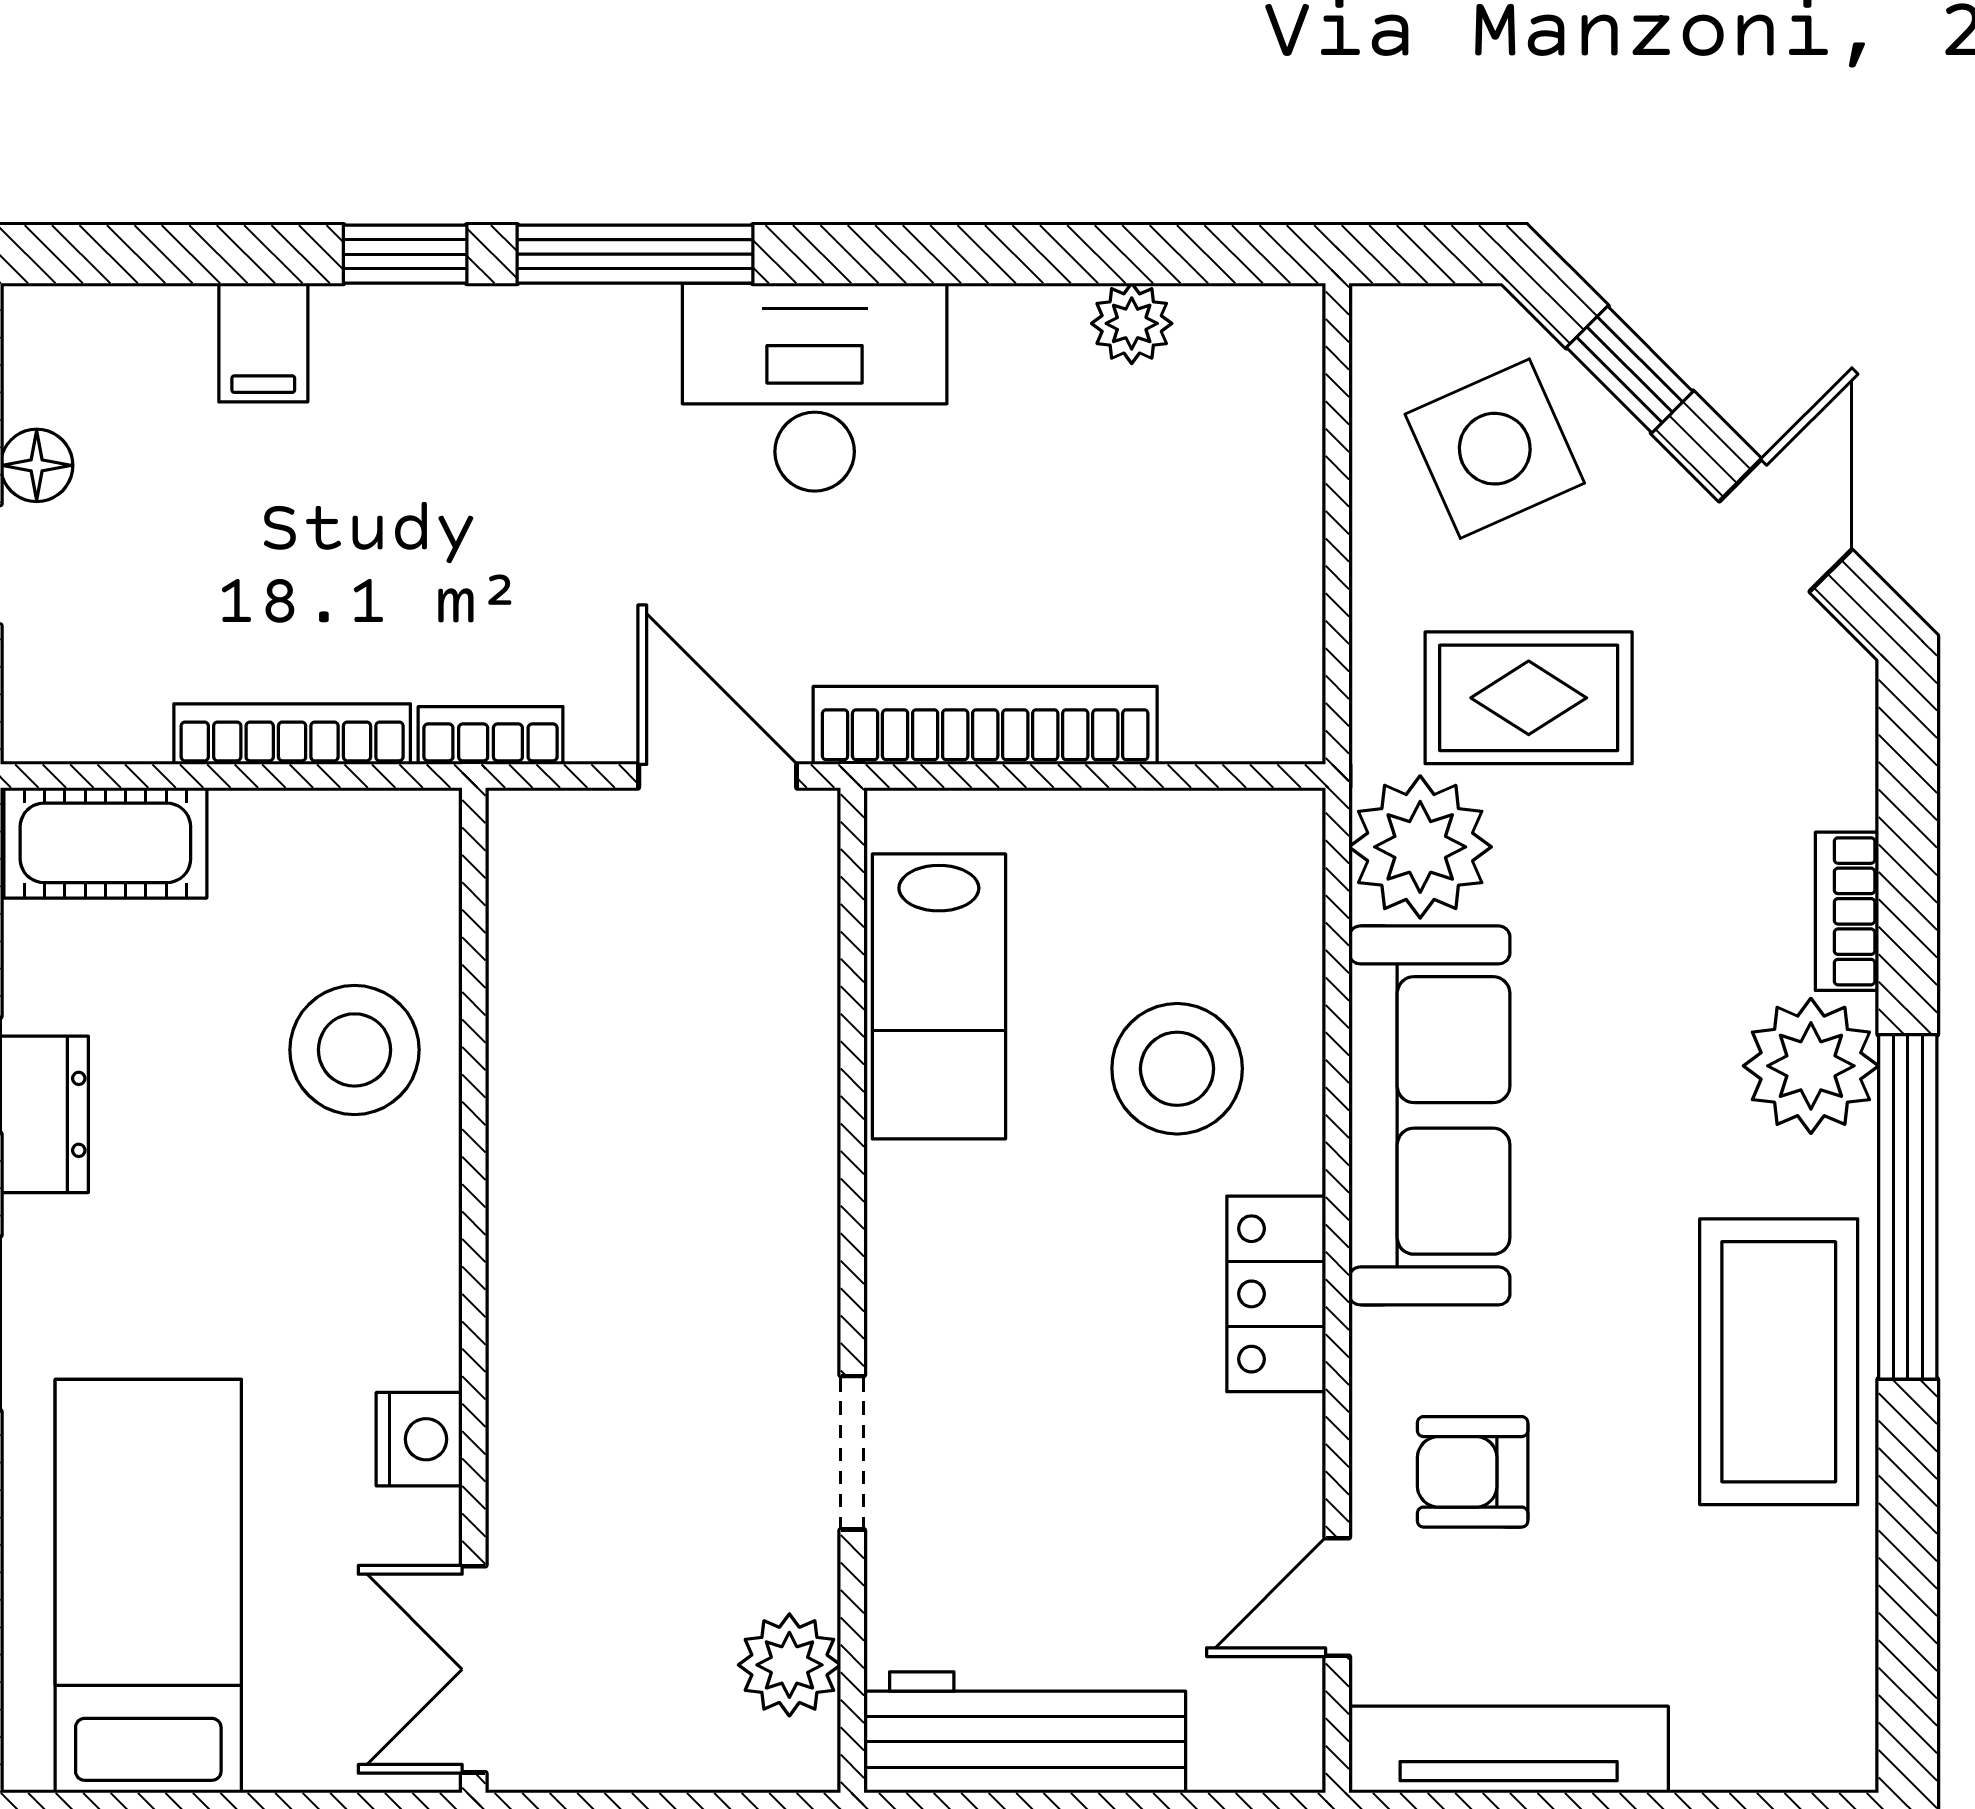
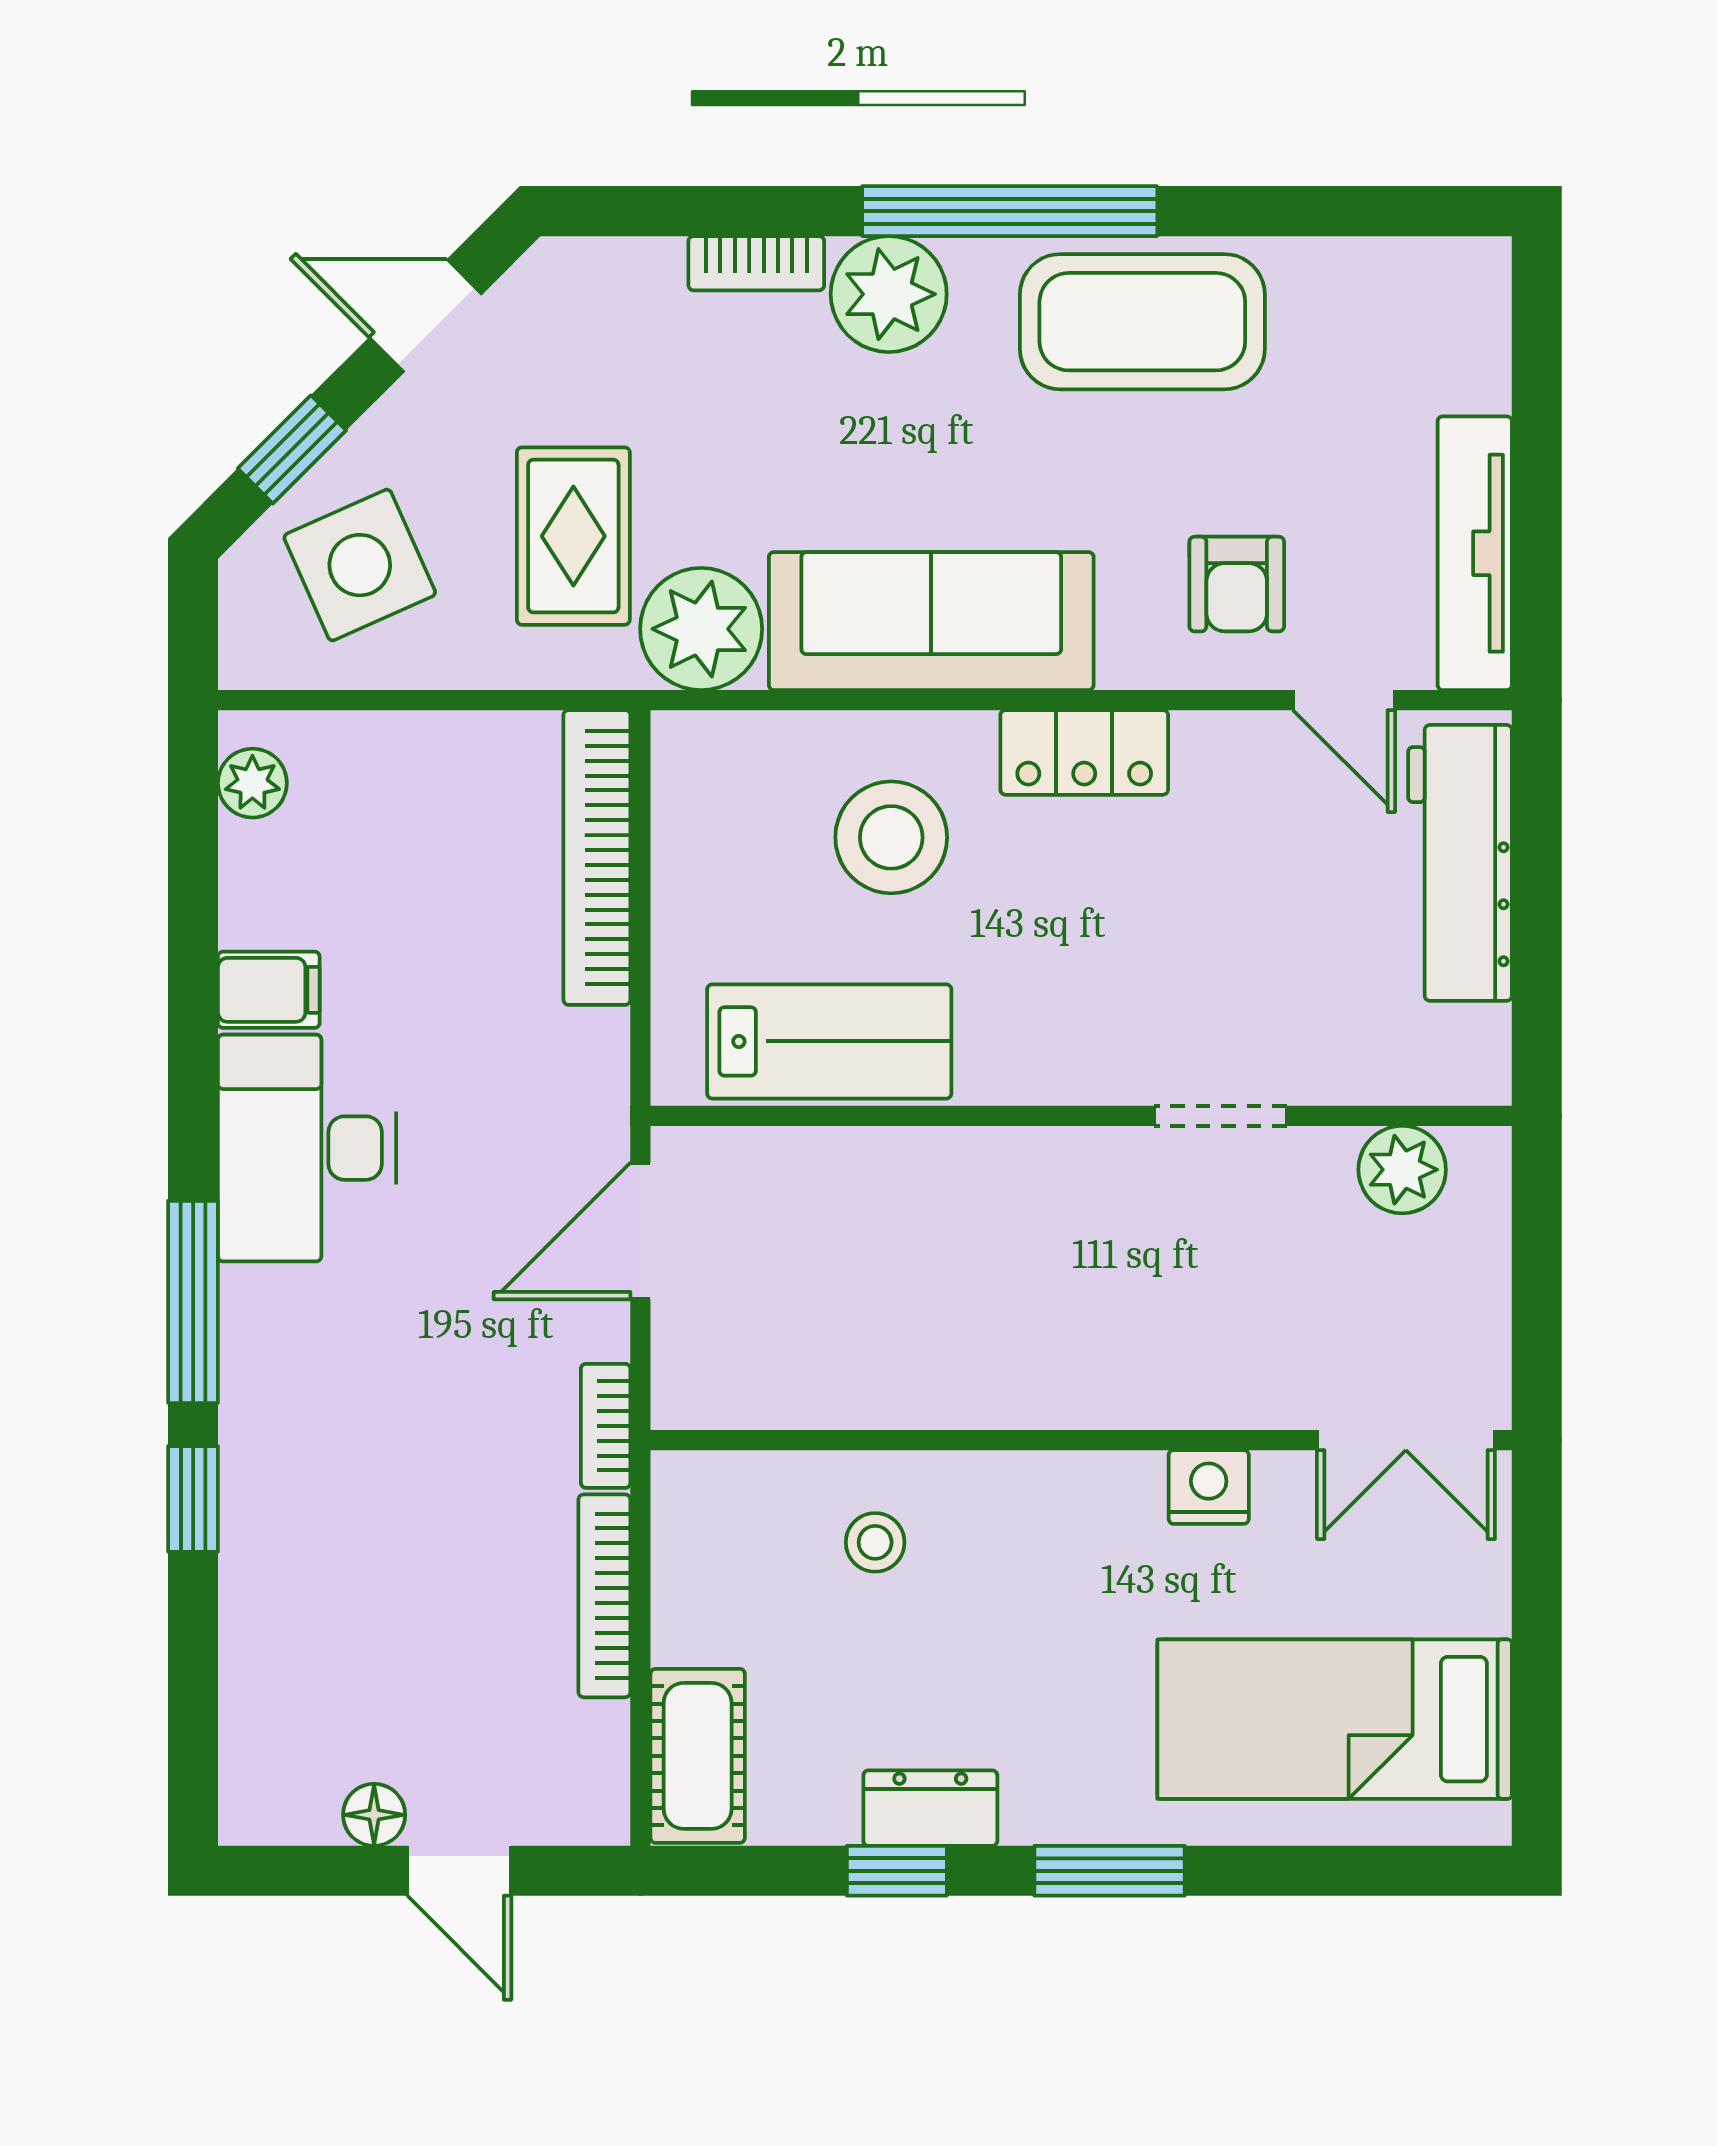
plant: (1132, 323) -> (252, 783), moved
filing cabinet: (263, 343) -> (269, 990), moved
bookcase: (985, 725) -> (597, 857), moved
stool: (355, 1050) -> (875, 1542), width x0.53, depth x0.53
workbench: (1025, 1732) -> (1460, 863), moved

